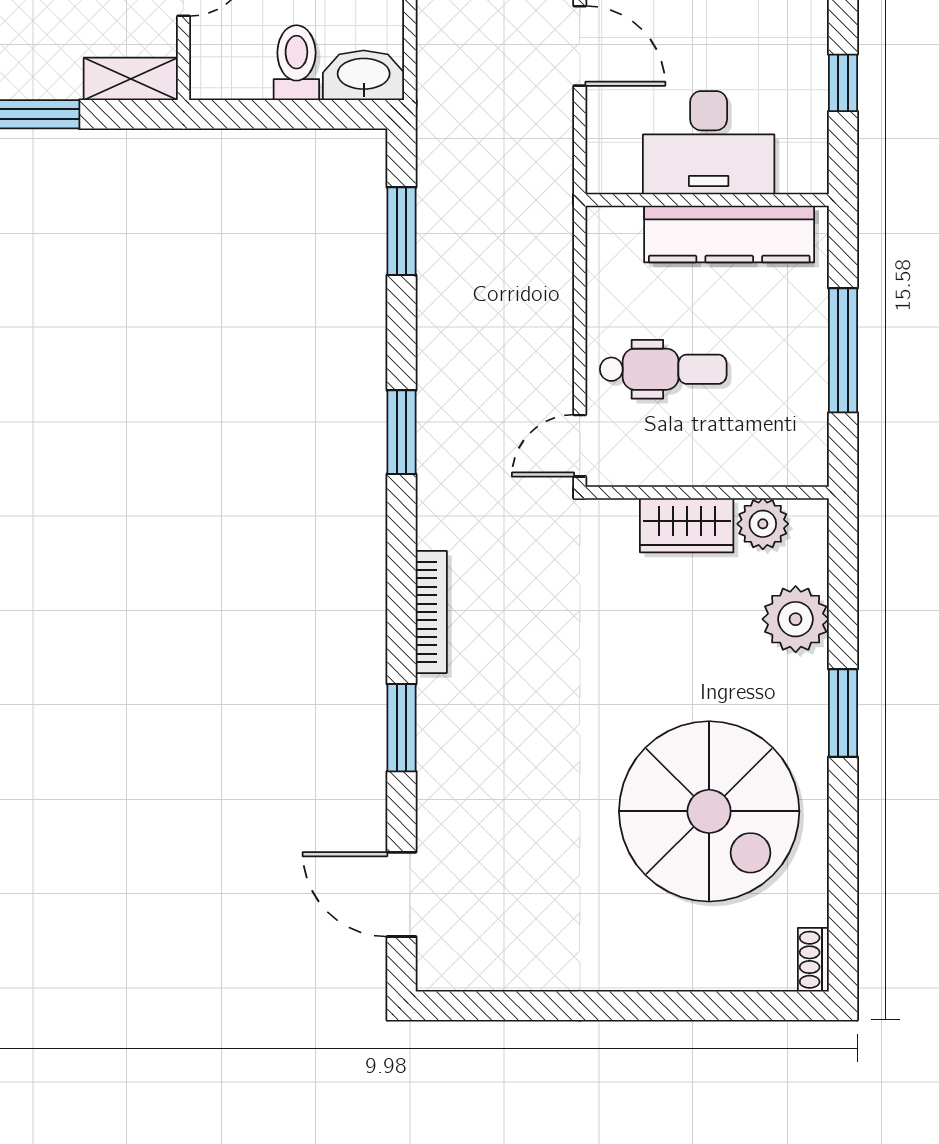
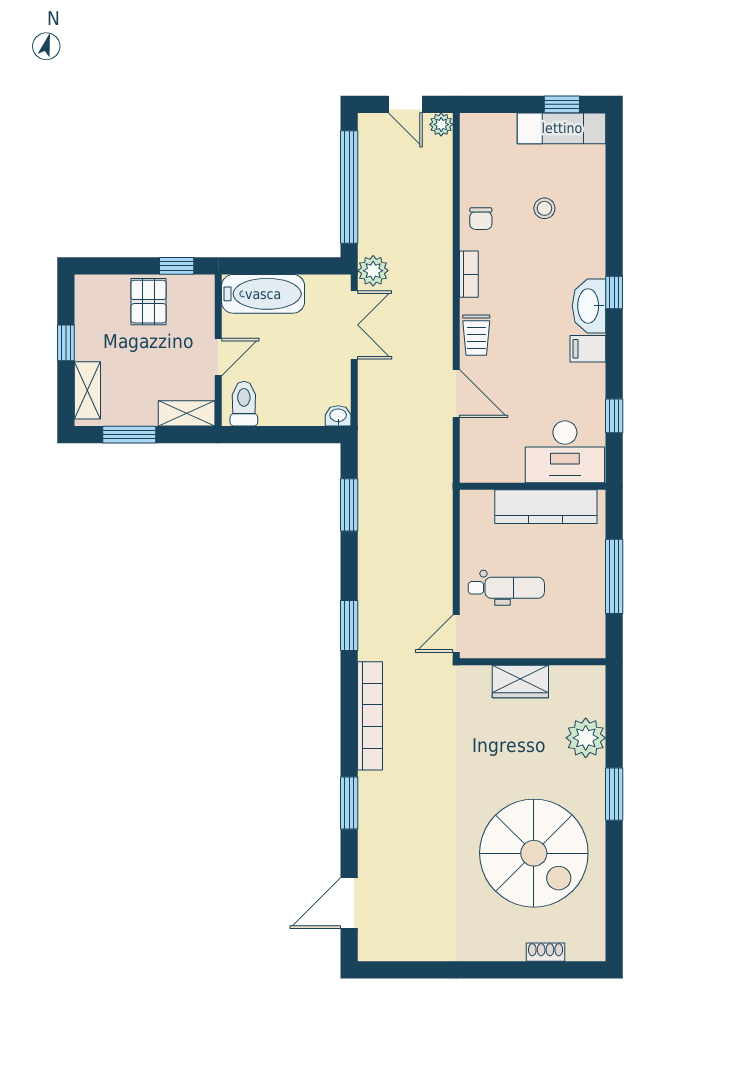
toilet: (296, 63) -> (244, 404), moved
washbasin: (364, 75) -> (338, 416), width x0.52, depth x0.69
desk: (709, 143) -> (565, 452), moved
plant: (763, 524) -> (566, 681), removed
bookcase: (431, 612) -> (370, 716), width x1.48, depth x1.31
door: (401, 894) -> (349, 903), hinge flipped
shoe rack: (813, 960) -> (546, 952), moved, turned 90

